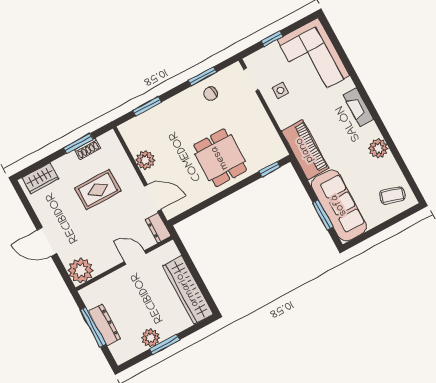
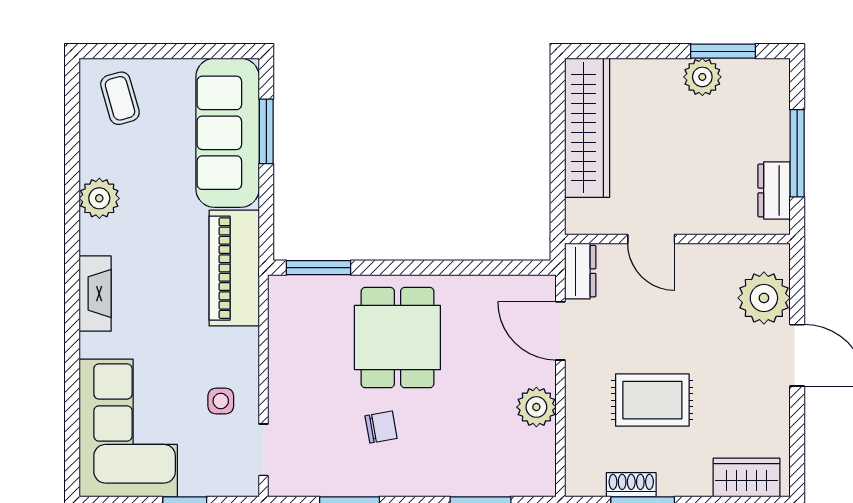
chair: (211, 94) -> (381, 427), moved
window: (270, 169) -> (318, 268), width x1.50
coffee table: (392, 195) -> (120, 98), turned 58
plant: (81, 270) -> (764, 298), moved
dresser: (105, 325) -> (774, 190), moved, width x0.70
window: (165, 344) -> (723, 51), moved

